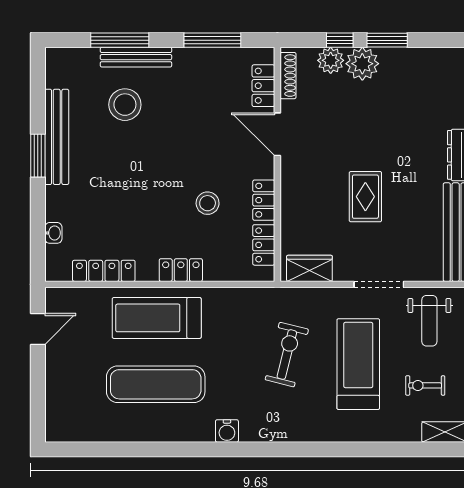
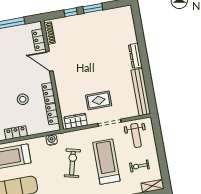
plant: (331, 60) -> (68, 22), removed
plant: (362, 64) -> (83, 21), removed
rug: (365, 197) -> (99, 100), moved, turned 90
water cooler: (252, 298) -> (52, 140), added

